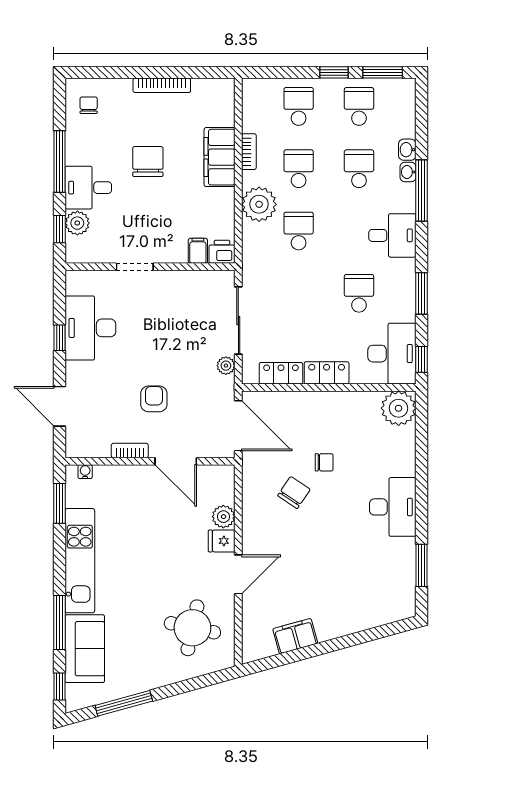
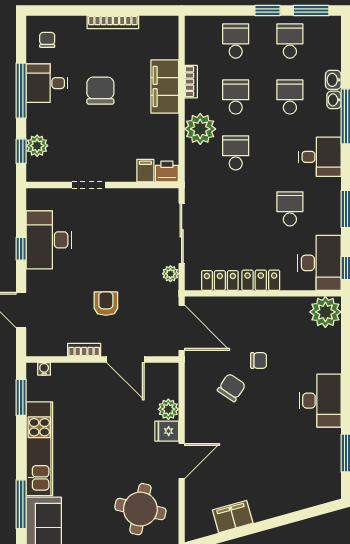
desk: (88, 188) -> (47, 83), moved

